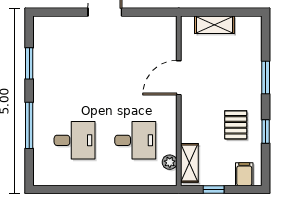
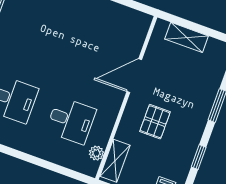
pallet: (236, 125) -> (155, 122), moved

